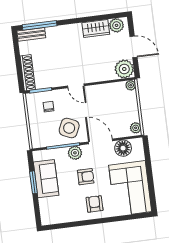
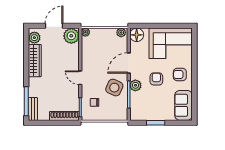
wardrobe: (96, 28) -> (35, 61), width x1.50
door: (76, 86) -> (80, 78), swing flipped
floor lamp: (123, 148) -> (137, 35), moved
sofa: (46, 179) -> (184, 105), moved, turned -90

